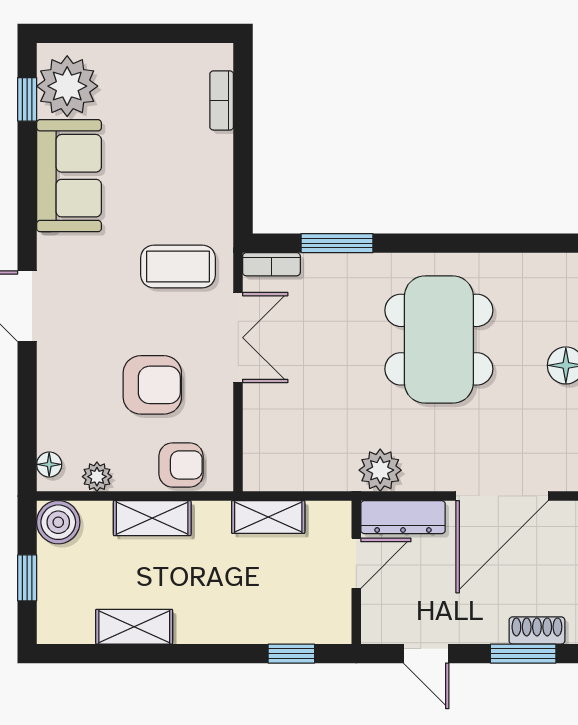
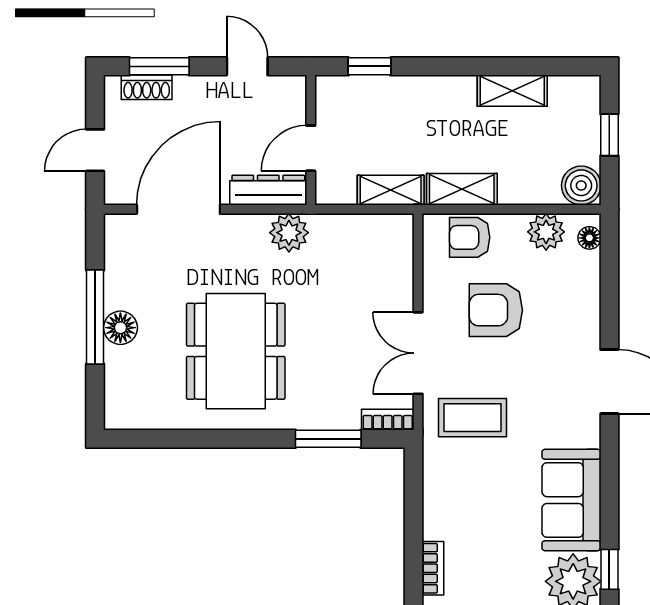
plant: (97, 477) -> (546, 232), width x1.38, depth x1.38
shelving: (152, 518) -> (462, 189), moved

